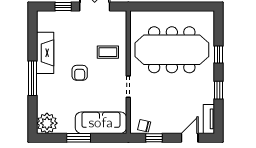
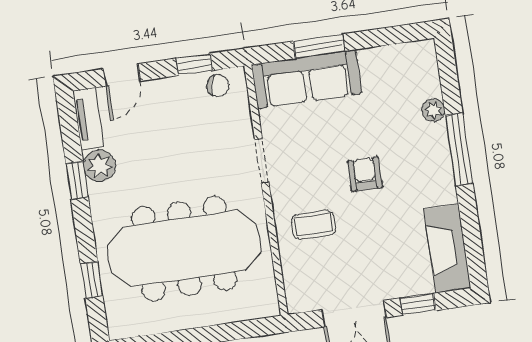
fireplace: (45, 53) -> (447, 249), moved
window: (219, 54) -> (92, 280), moved
plant: (207, 96) -> (99, 166), added
plant: (47, 123) -> (433, 110), moved, width x0.53, depth x0.53
window: (79, 138) -> (319, 46), moved

